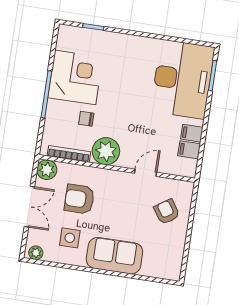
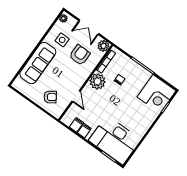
corner desk: (75, 77) -> (156, 94), moved
sofa: (114, 256) -> (38, 63), width x1.36

